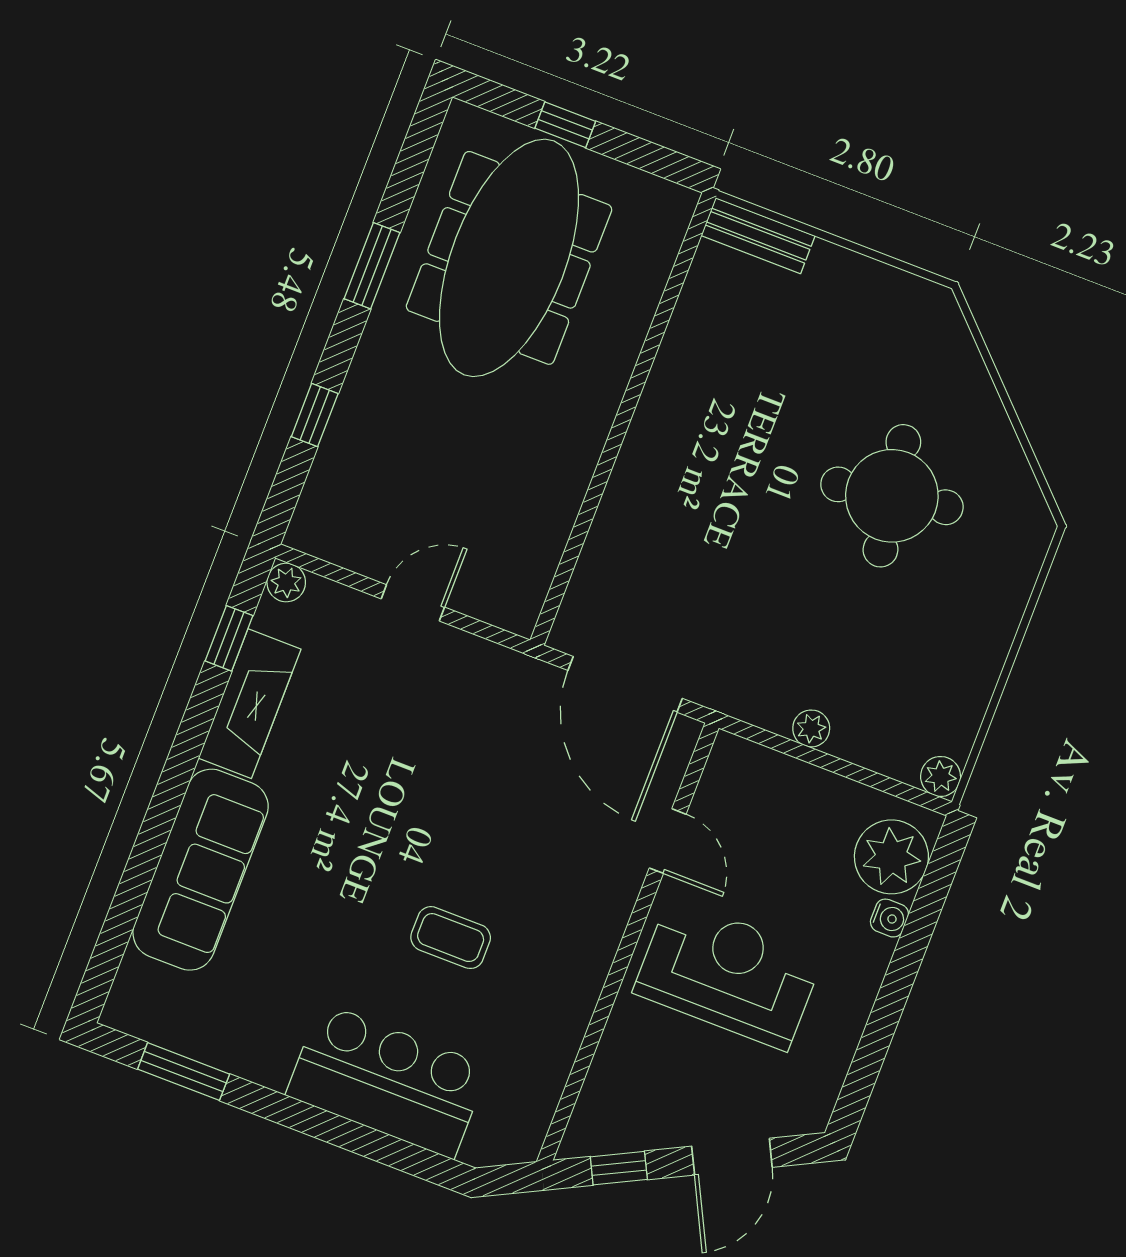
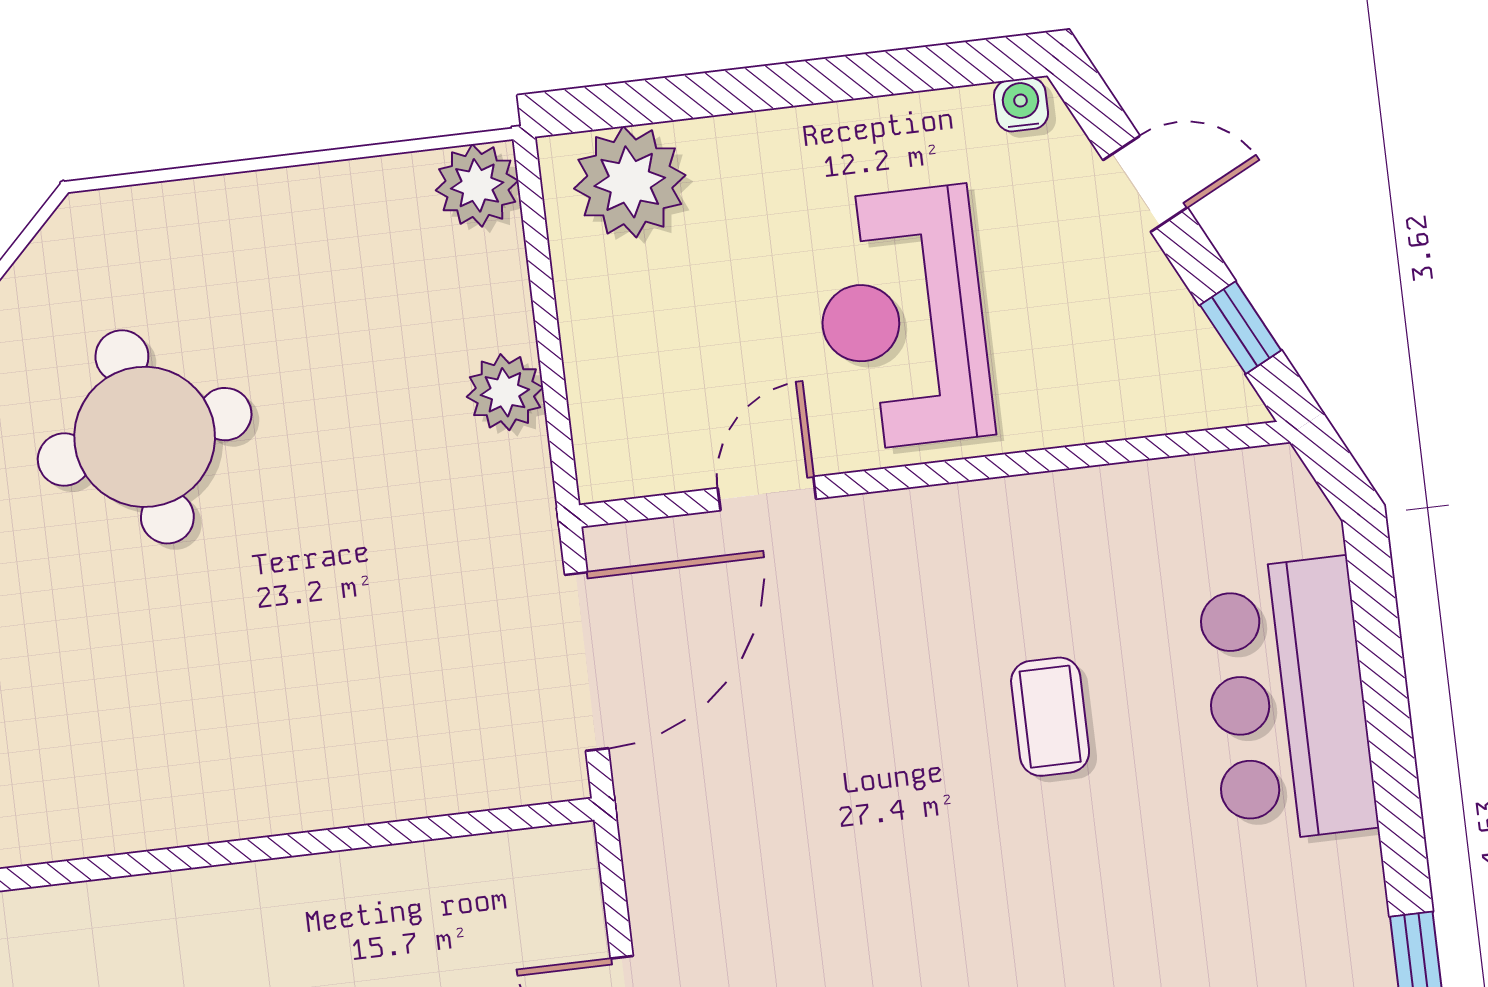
plant: (811, 728) -> (505, 392), width x1.38, depth x1.38
plant: (941, 776) -> (477, 185), width x1.38, depth x1.38
water cooler: (889, 918) -> (1021, 105), moved
door: (732, 1157) -> (1145, 184), width x0.73

